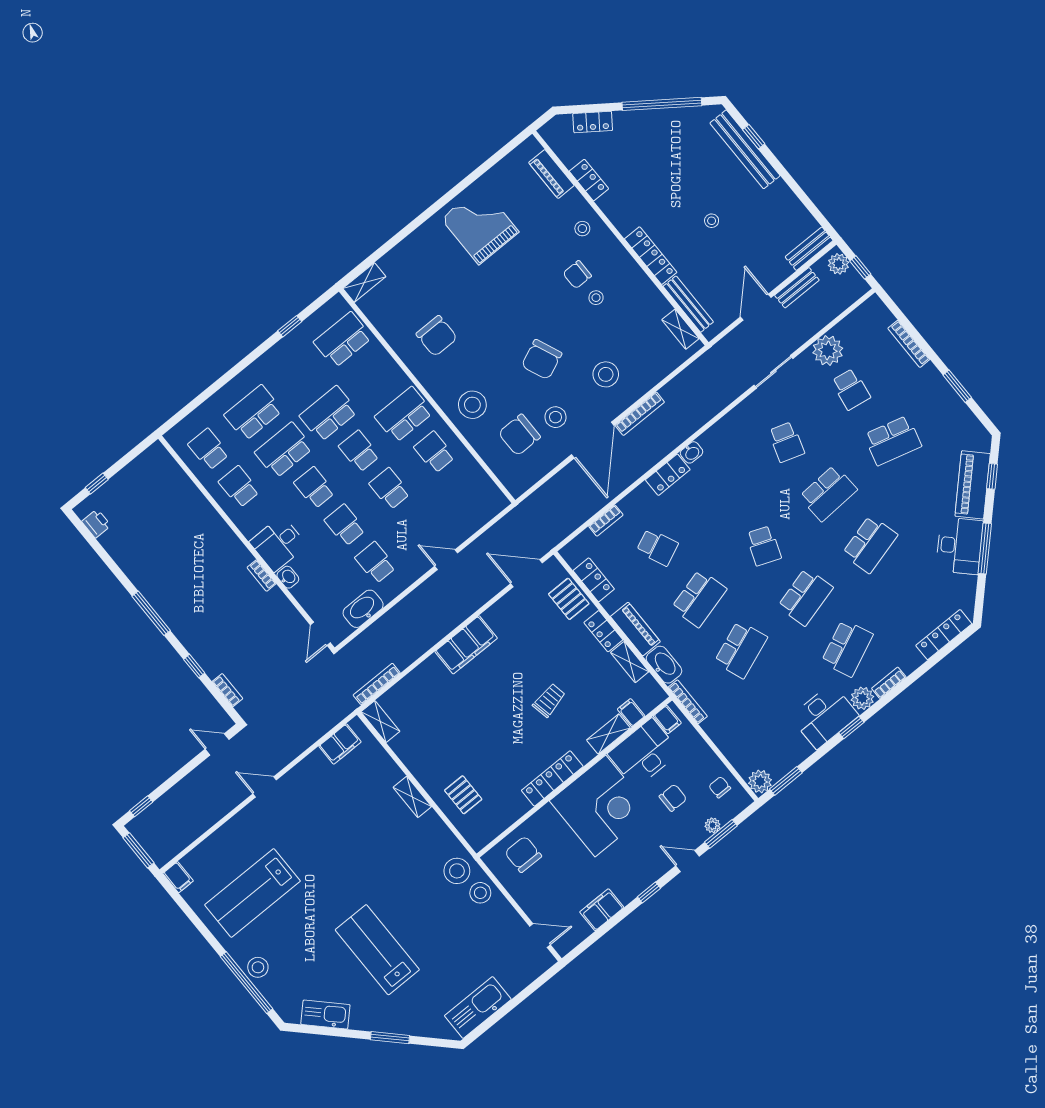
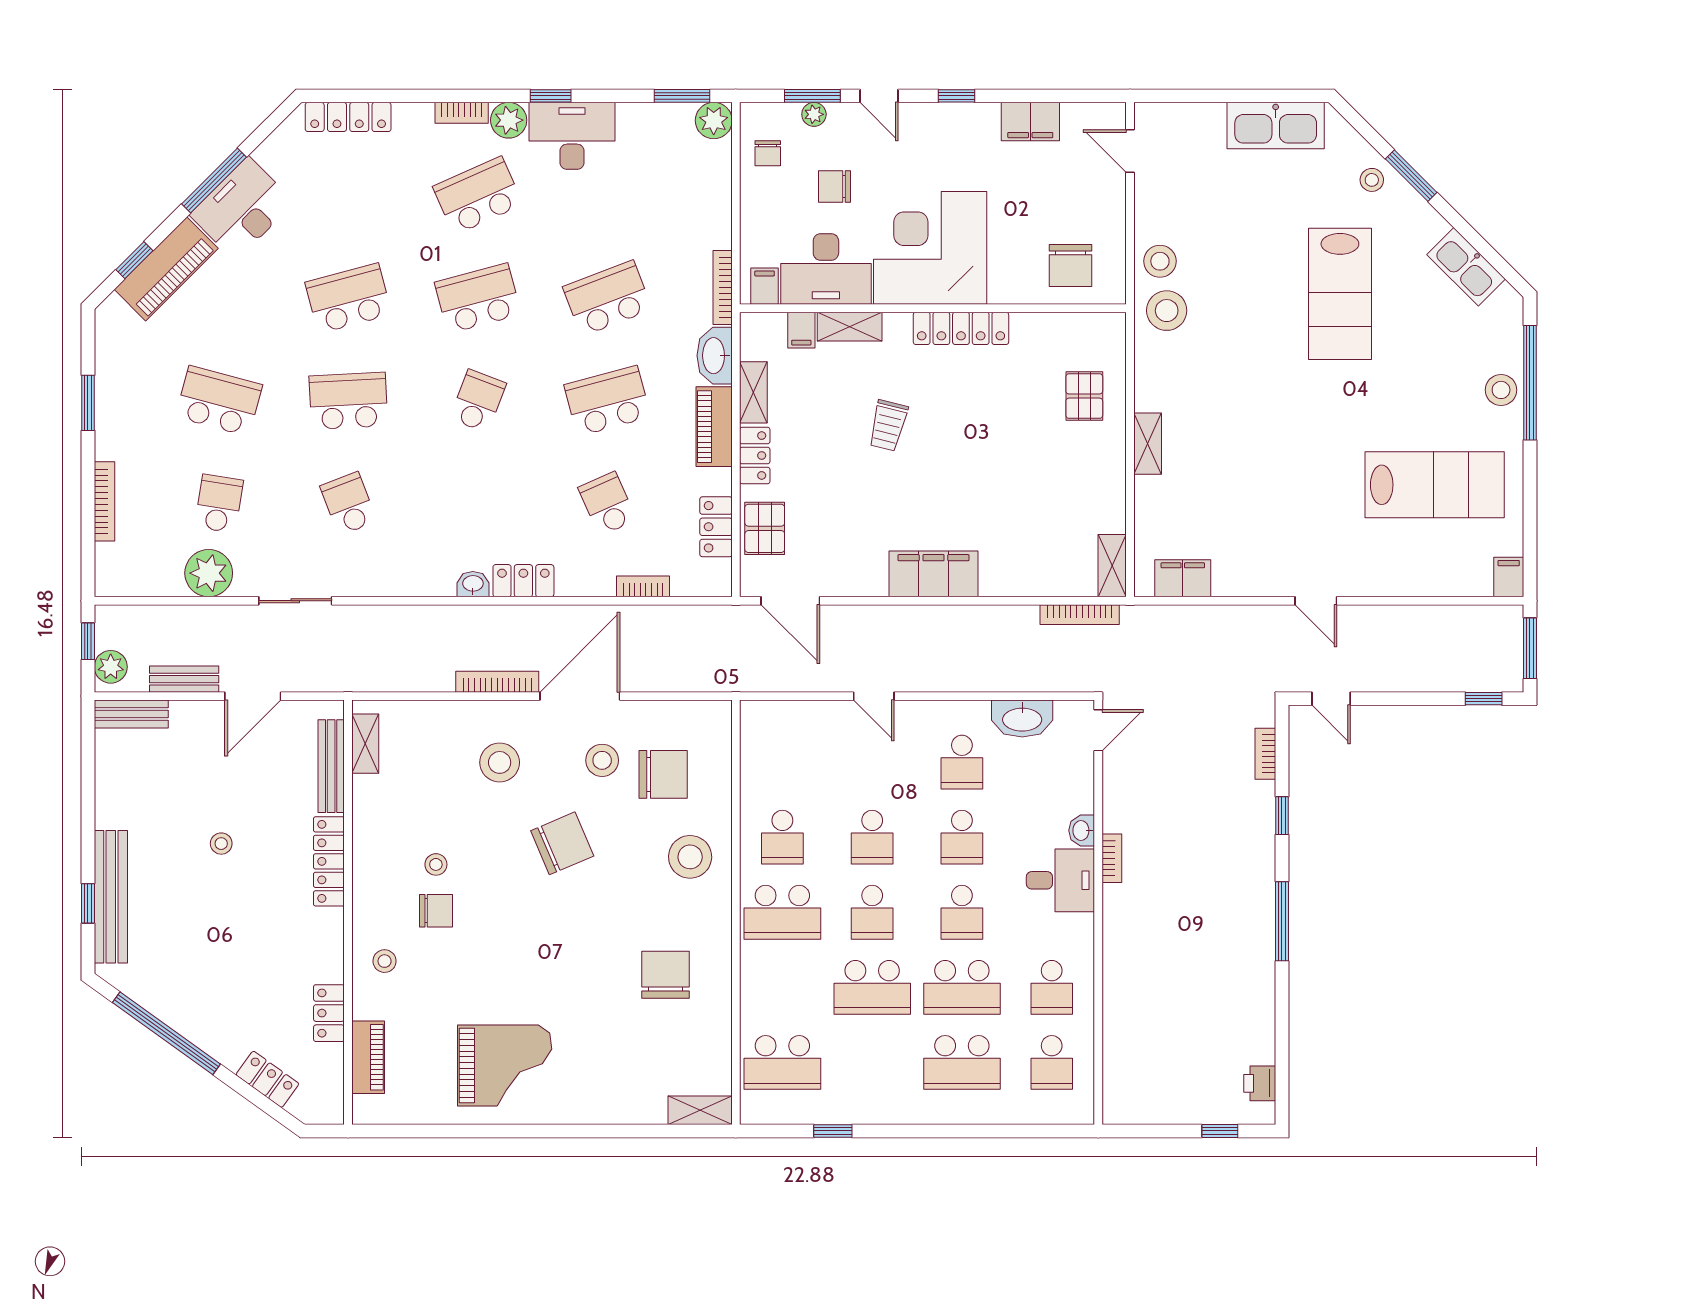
grand piano: (480, 225) -> (505, 1066), turned -90
school desk: (786, 442) -> (348, 504), turned -39
trolley: (549, 700) -> (888, 426), turned -65
stool: (408, 1019) -> (1372, 180), added

